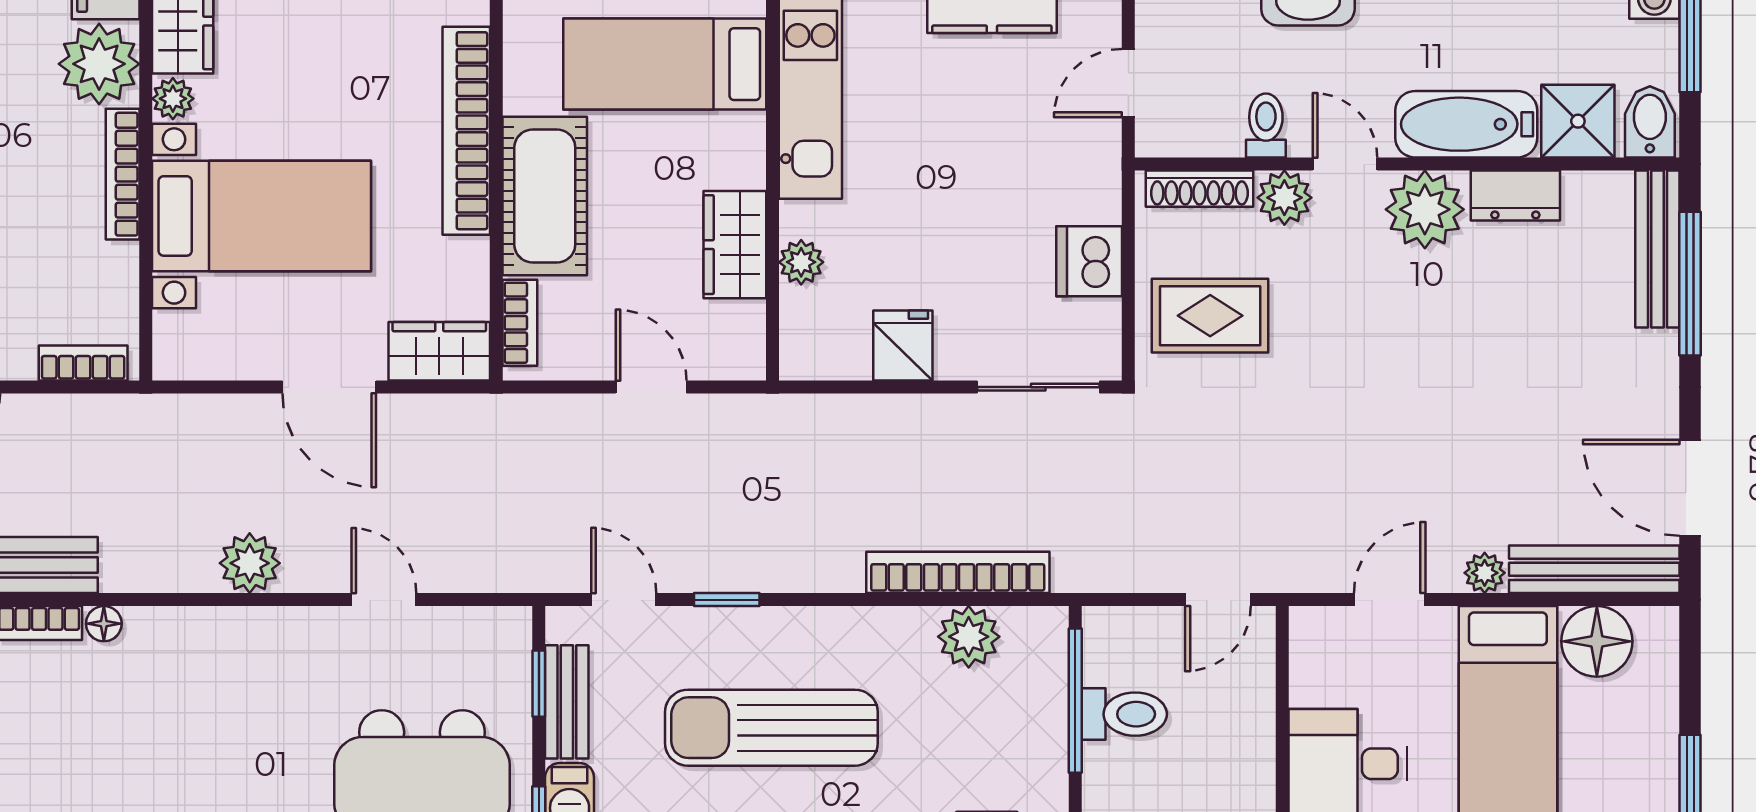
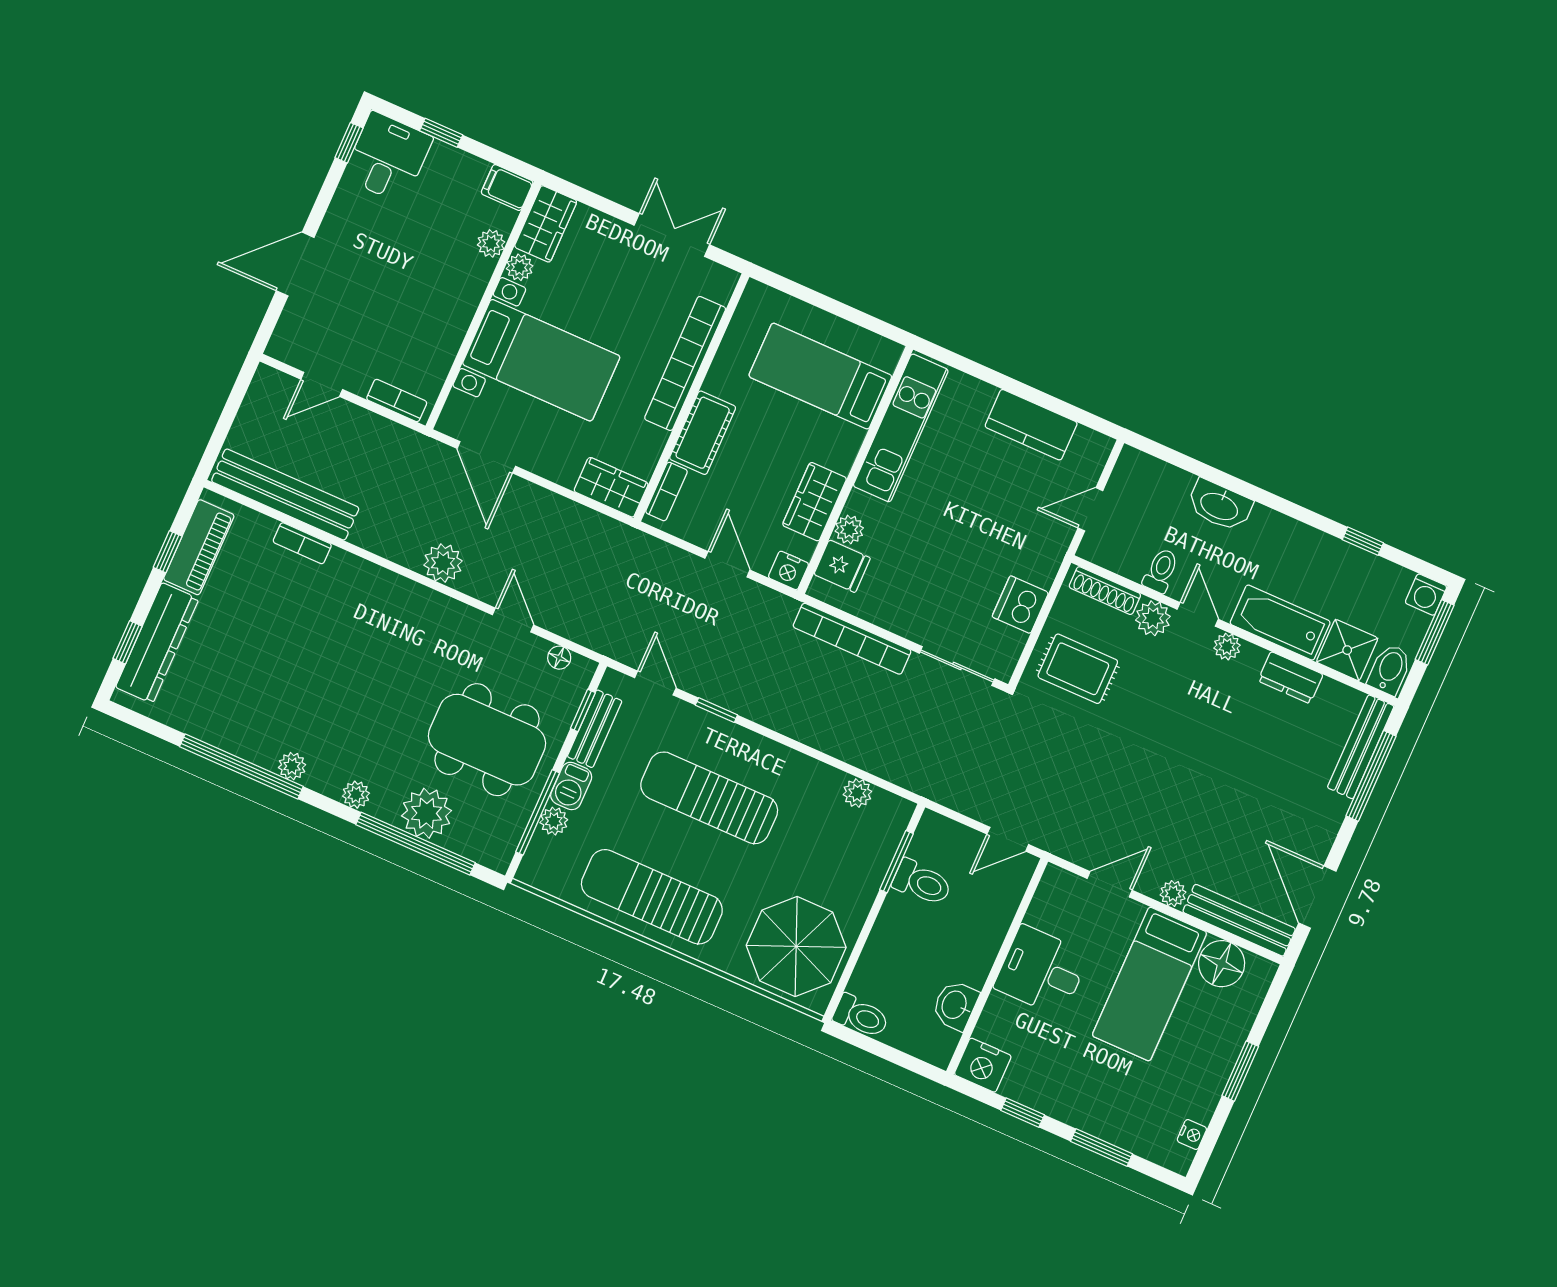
plant: (99, 64) -> (491, 243), width x0.53, depth x0.53
bookcase: (123, 174) -> (470, 299), removed
cot: (545, 196) -> (703, 433), width x0.73, depth x0.75
plant: (1425, 209) -> (1227, 647), width x0.53, depth x0.53
fridge: (903, 346) -> (842, 566), moved, turned 90
nightstand: (741, 358) -> (788, 570), added
door: (329, 387) -> (486, 457), moved
bookcase: (958, 572) -> (852, 639), moved, turned 180
floor lamp: (104, 624) -> (559, 658), moved
plant: (969, 637) -> (857, 793), width x0.73, depth x0.73
window: (1075, 701) -> (897, 862), width x0.69

